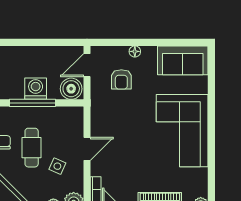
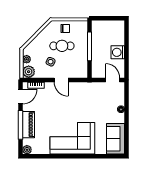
armchair: (121, 79) -> (104, 101), removed
washing machine: (36, 89) -> (118, 52), moved, turned 180
boiler: (71, 89) -> (98, 70), removed

